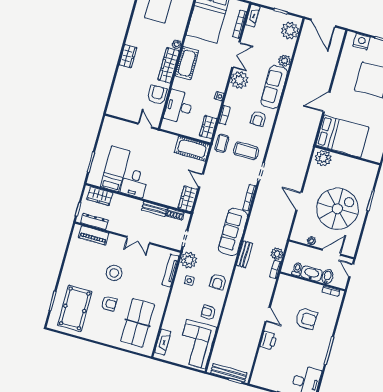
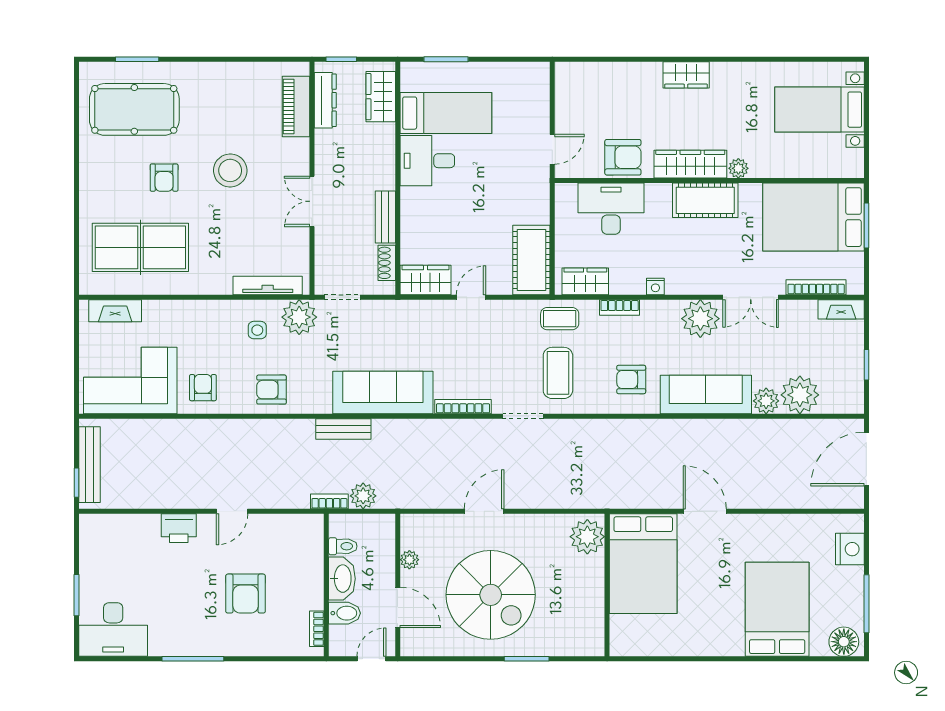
plant: (290, 31) -> (800, 395), moved

